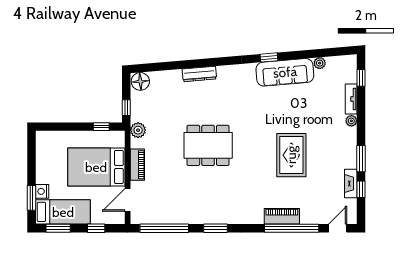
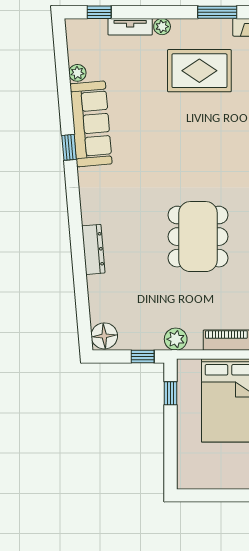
rug: (291, 155) -> (199, 71), moved

